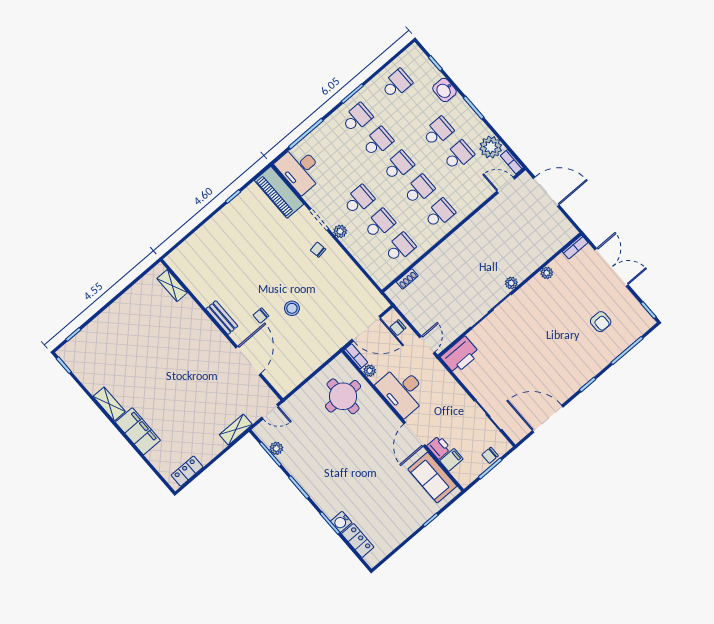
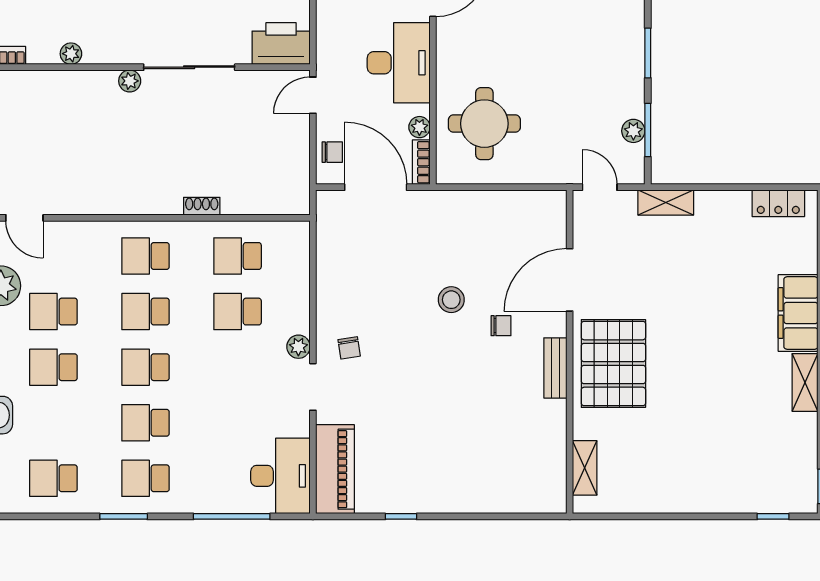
school desk: (359, 200) -> (238, 367), removed
shoe rack: (407, 279) -> (202, 206), moved
pallet: (199, 341) -> (613, 363), added

